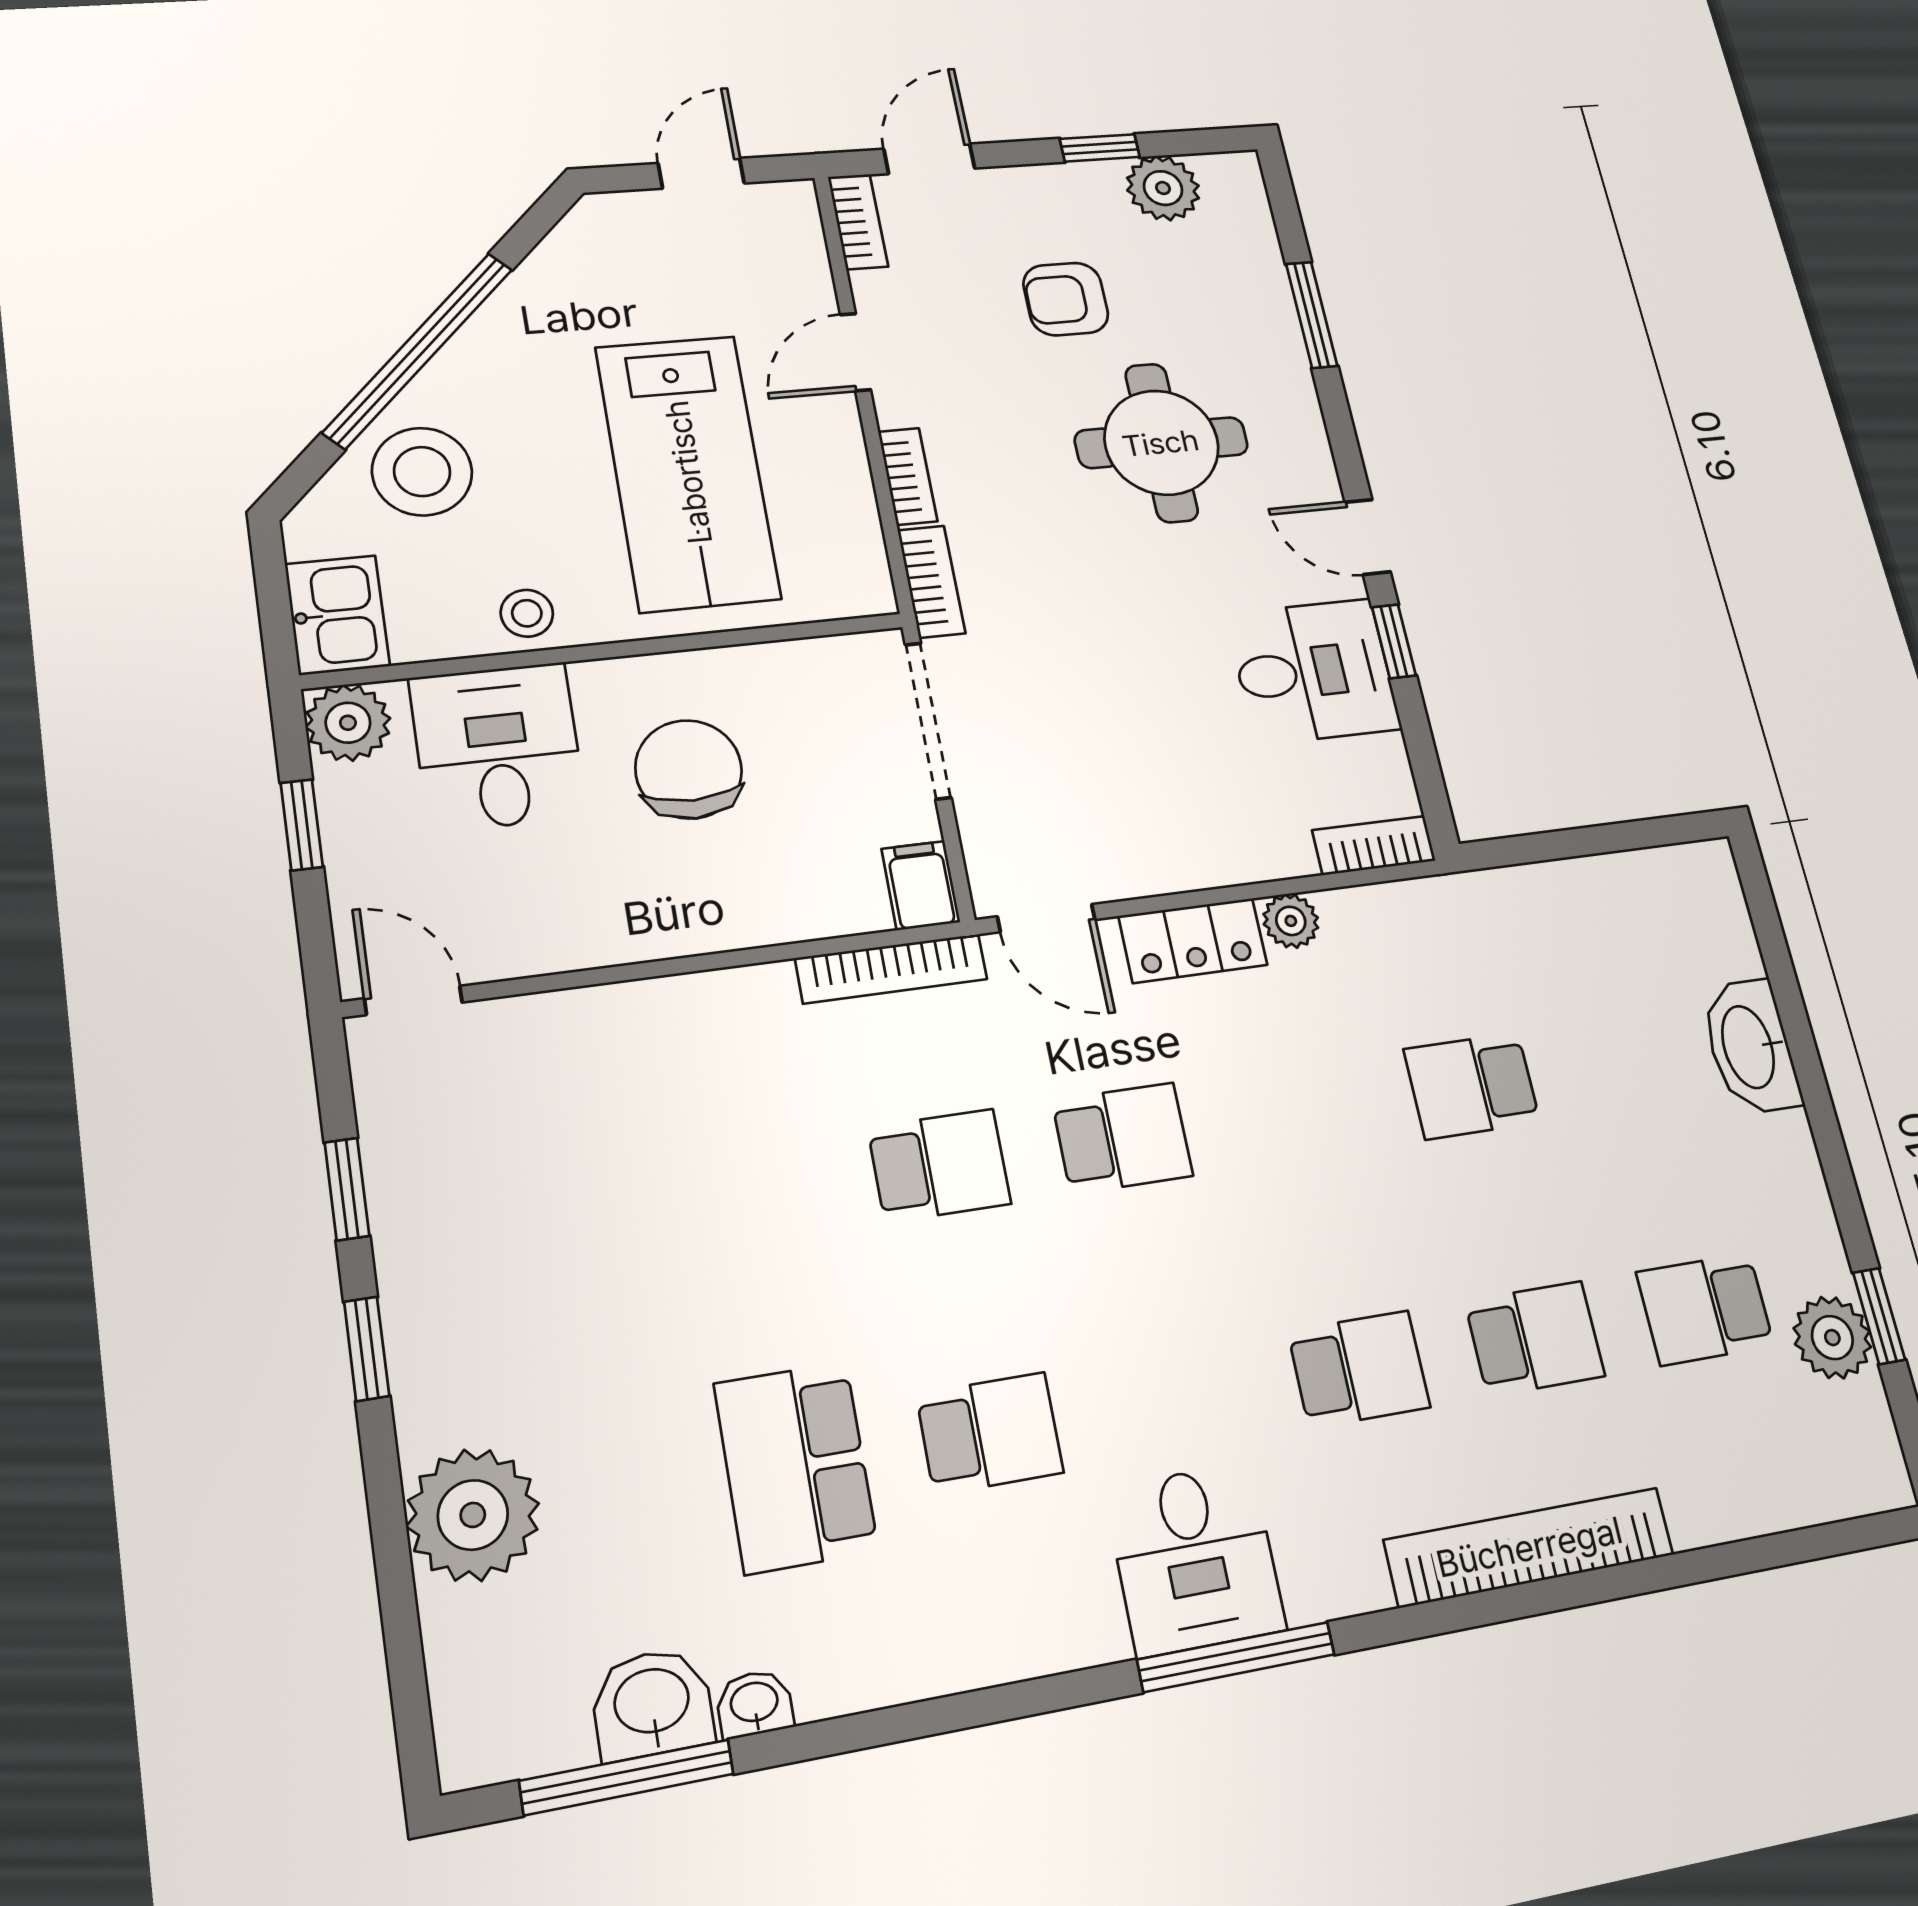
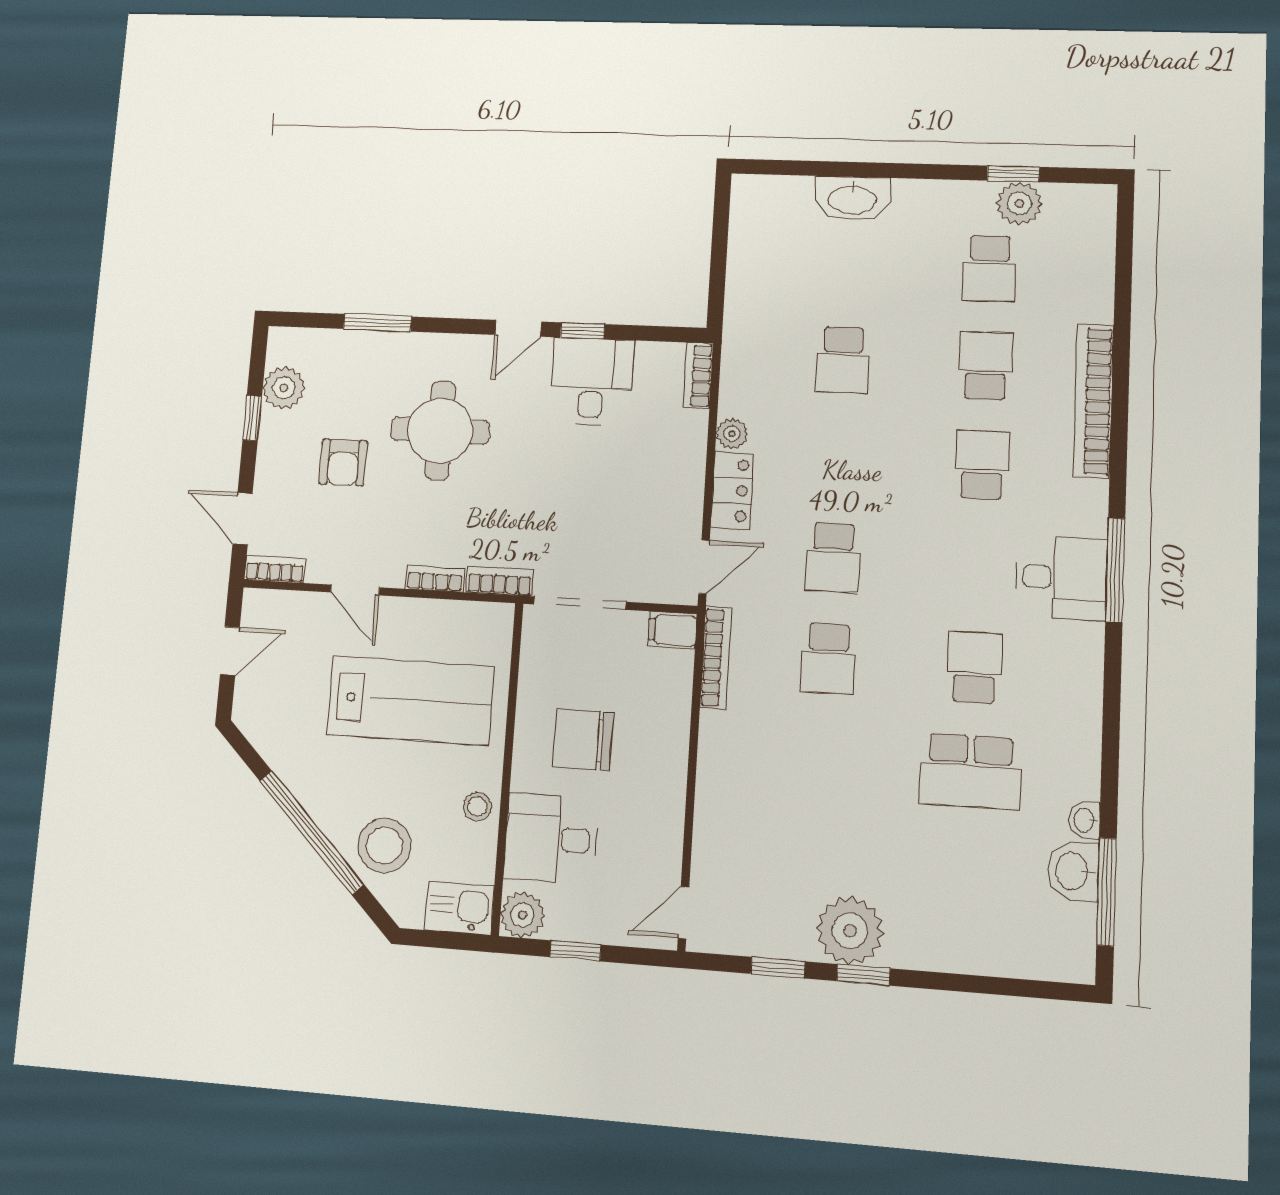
door: (701, 173) -> (230, 651), swing flipped
school desk: (1122, 1138) -> (833, 557), turned 180
school desk: (939, 1166) -> (828, 658), turned 180
plant: (473, 1515) -> (850, 931), moved

